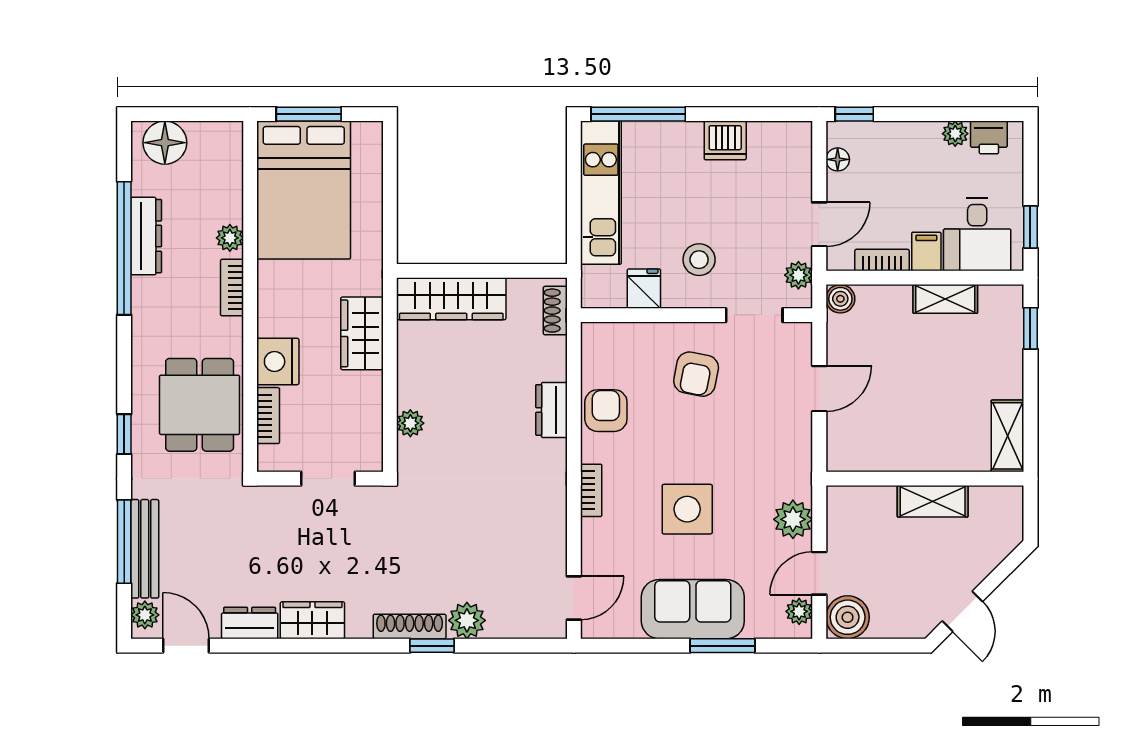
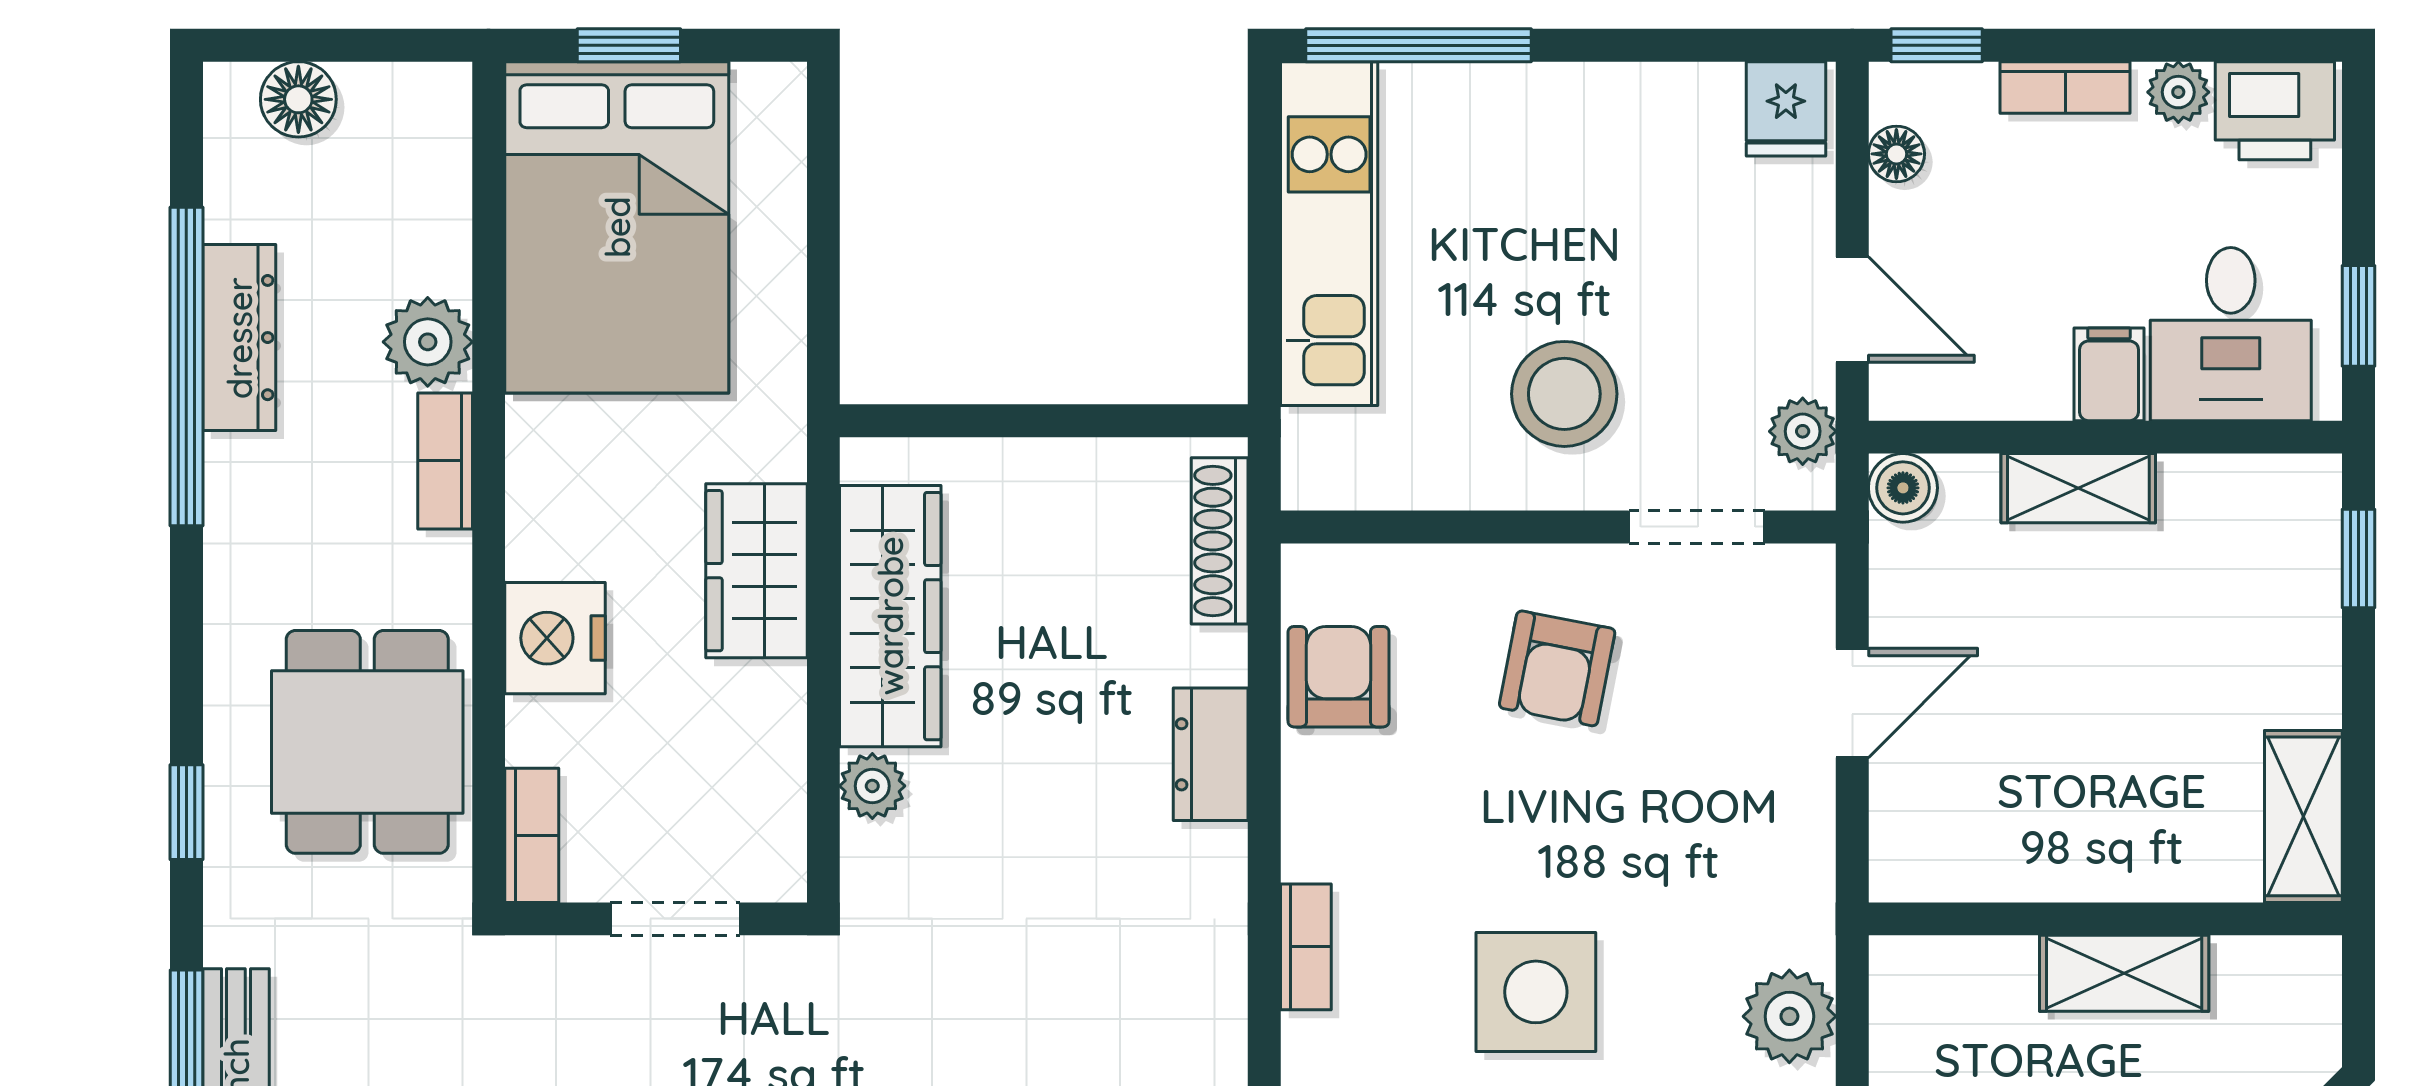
window: (309, 114) -> (629, 45), width x0.67
printer: (989, 137) -> (2275, 111), width x1.36, depth x1.24
dishwasher: (725, 140) -> (1627, 108), removed
floor lamp: (165, 143) -> (298, 99), width x0.73, depth x0.73
door: (819, 224) -> (1852, 310), hinge flipped
plant: (230, 238) -> (428, 342), width x1.38, depth x1.38
stool: (699, 260) -> (1564, 394), width x1.38, depth x1.38
bookcase: (882, 260) -> (2065, 87), moved, turned 180
fridge: (644, 289) -> (1786, 109), moved, turned 180
wardrobe: (451, 299) -> (890, 616), moved, turned -90
shelving: (945, 299) -> (2078, 488), moved
shoe rack: (555, 311) -> (1220, 541), width x1.43
armchair: (606, 411) -> (1339, 677), moved
bookcase: (268, 416) -> (532, 835), moved

